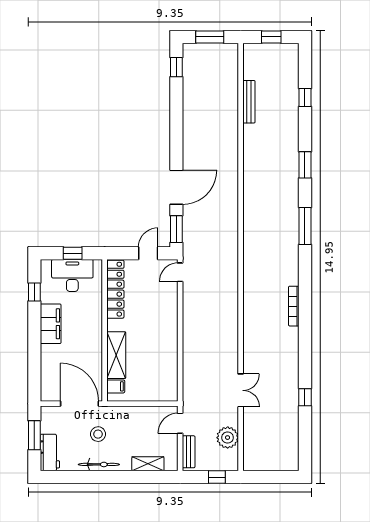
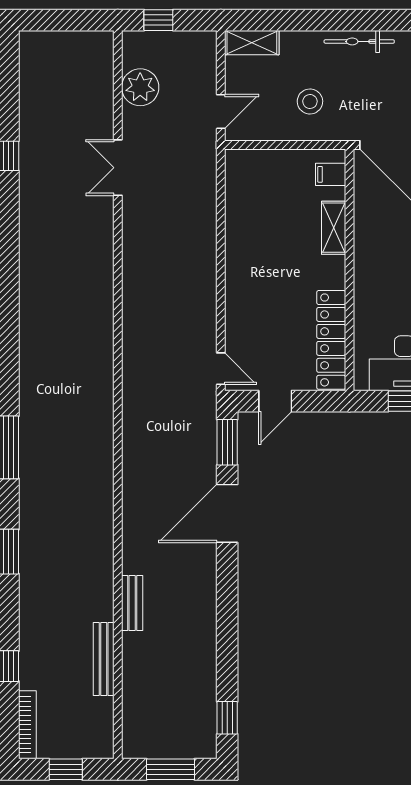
door: (180, 272) -> (221, 369), hinge flipped
bookcase: (294, 306) -> (27, 725), moved
shelving: (116, 355) -> (334, 228), width x0.67, depth x0.75
stool: (98, 434) -> (310, 102), moved
bench: (189, 452) -> (132, 603), moved
shelving: (148, 464) -> (252, 43), moved

